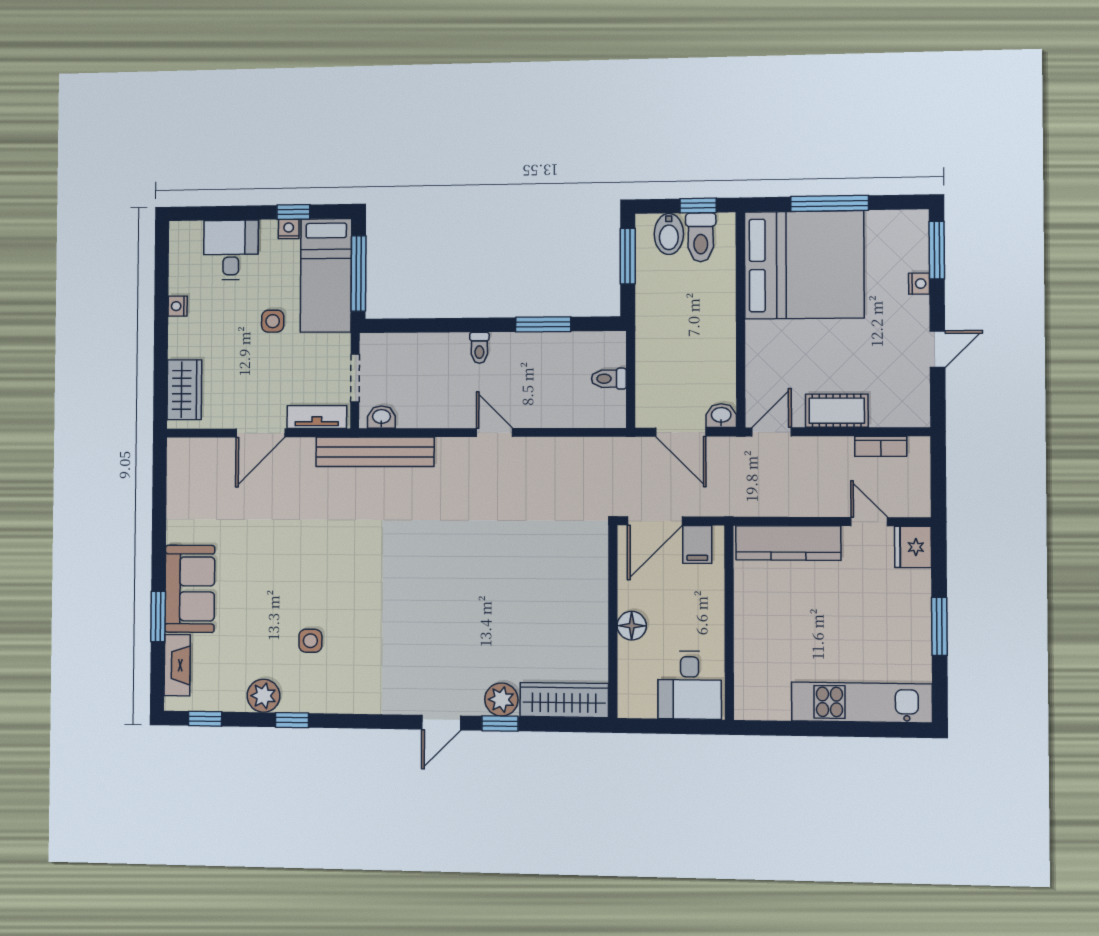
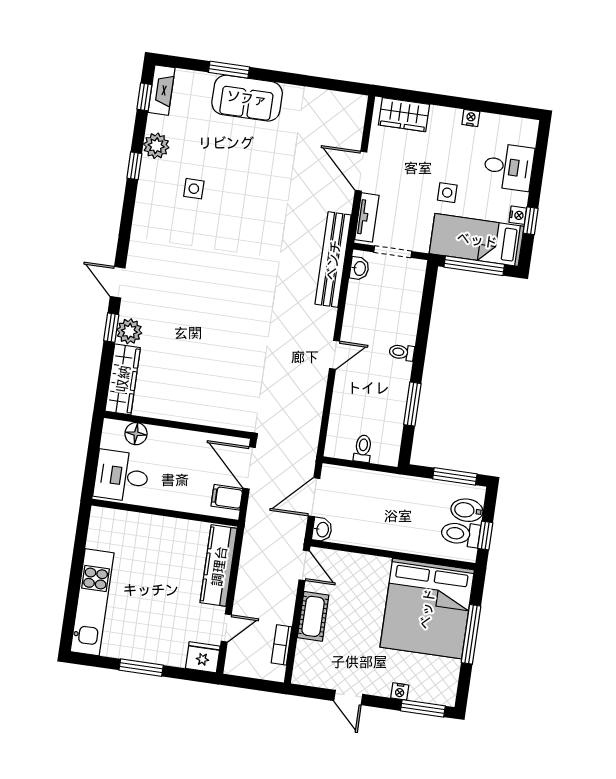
floor lamp: (632, 626) -> (136, 434), moved
fireplace: (177, 665) -> (162, 90), moved, turned -90

